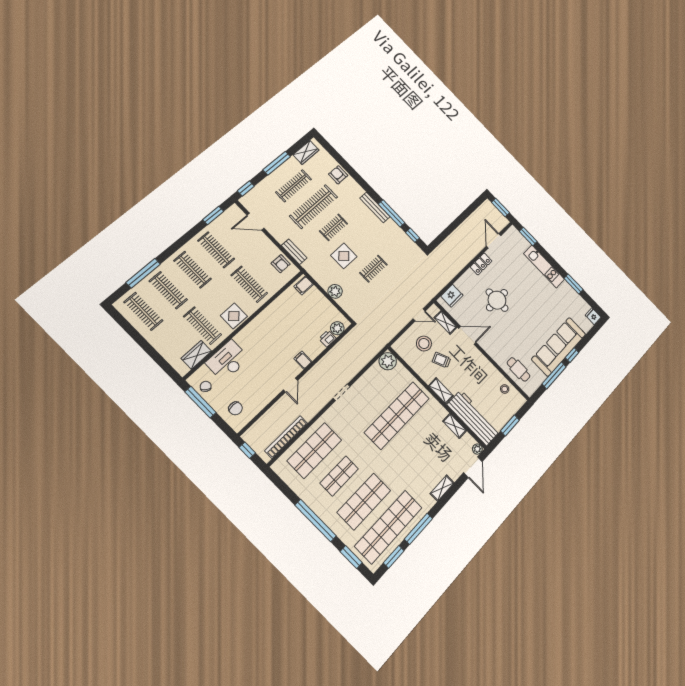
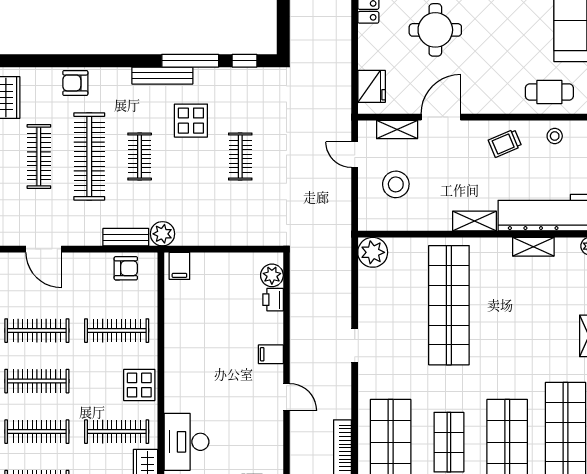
door: (256, 222) -> (44, 249), hinge flipped
display table: (344, 256) -> (191, 121), moved
plant: (335, 291) -> (162, 234), moved
door: (419, 315) -> (355, 155), swing flipped
trolley: (441, 360) -> (505, 143), moved

